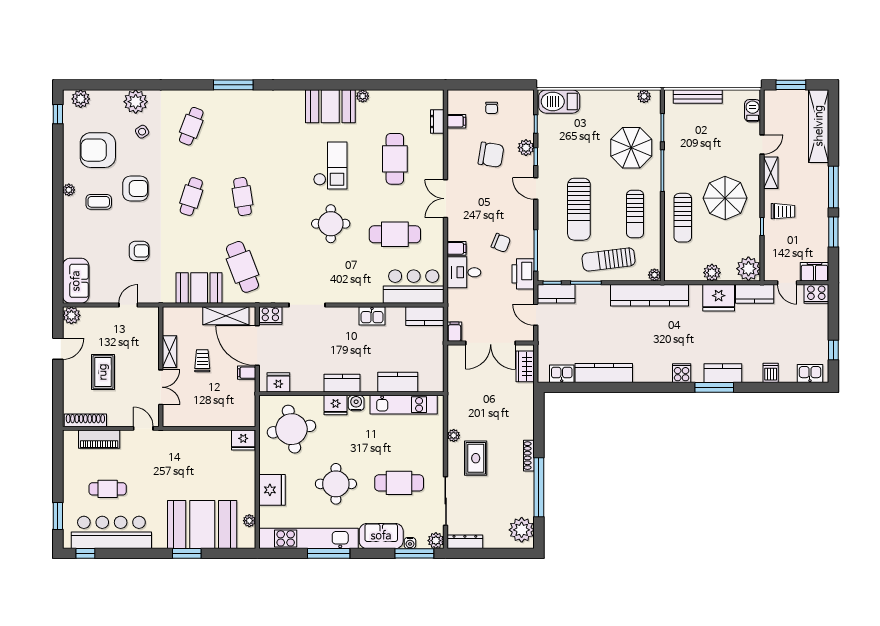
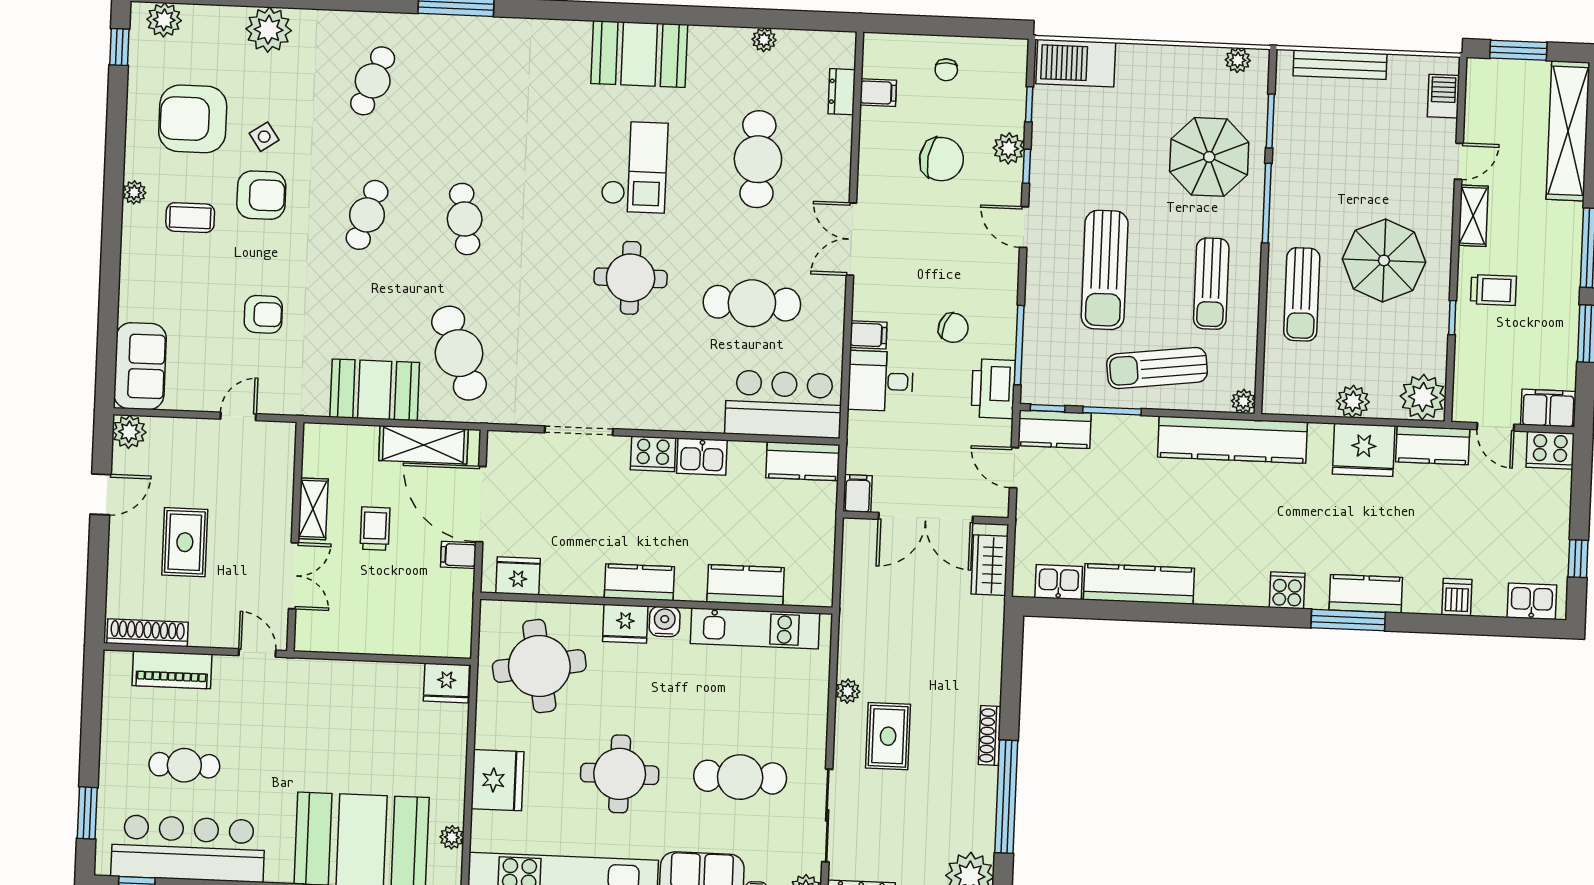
plant: (363, 96) -> (764, 40), moved
side table: (142, 132) -> (264, 137), moved
cooker: (270, 315) -> (653, 454), moved

